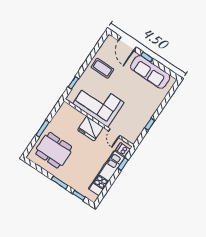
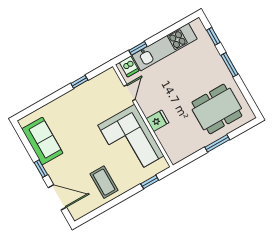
door: (127, 44) -> (57, 197), hinge flipped
sofa: (150, 72) -> (42, 141), width x0.73
fridge: (90, 129) -> (158, 121), width x0.53, depth x0.75
dining table: (54, 150) -> (217, 109), turned 90

